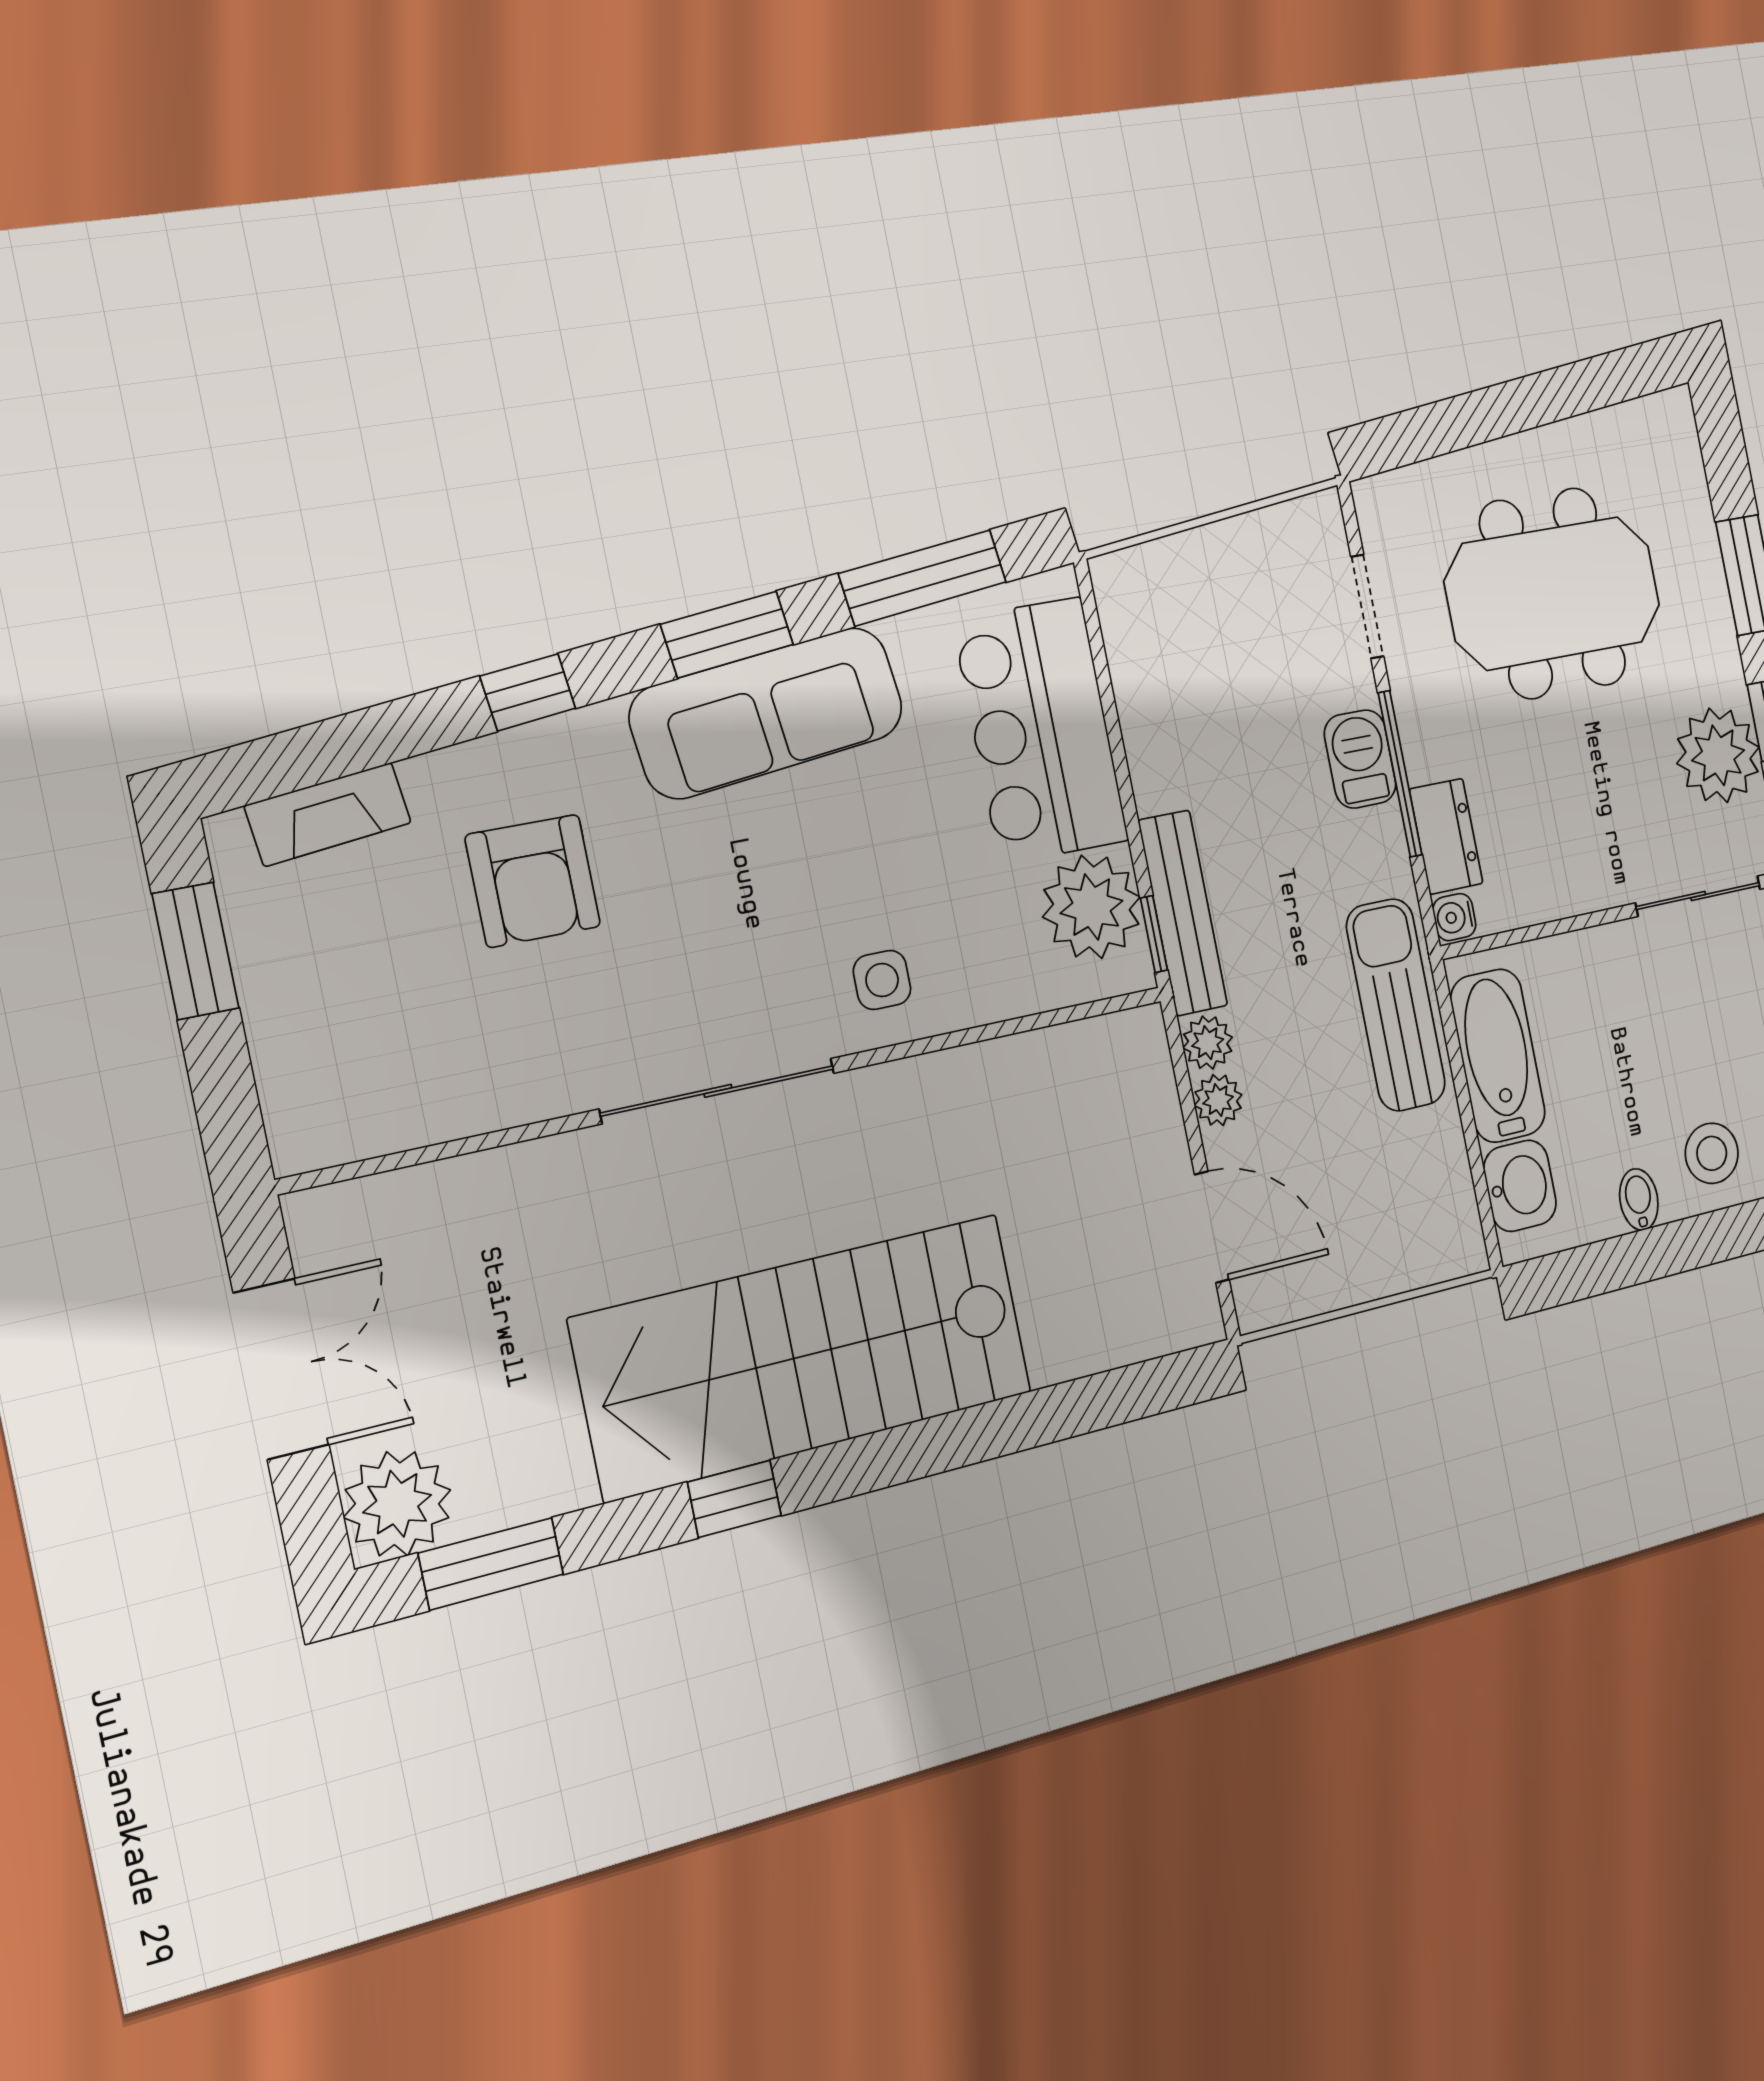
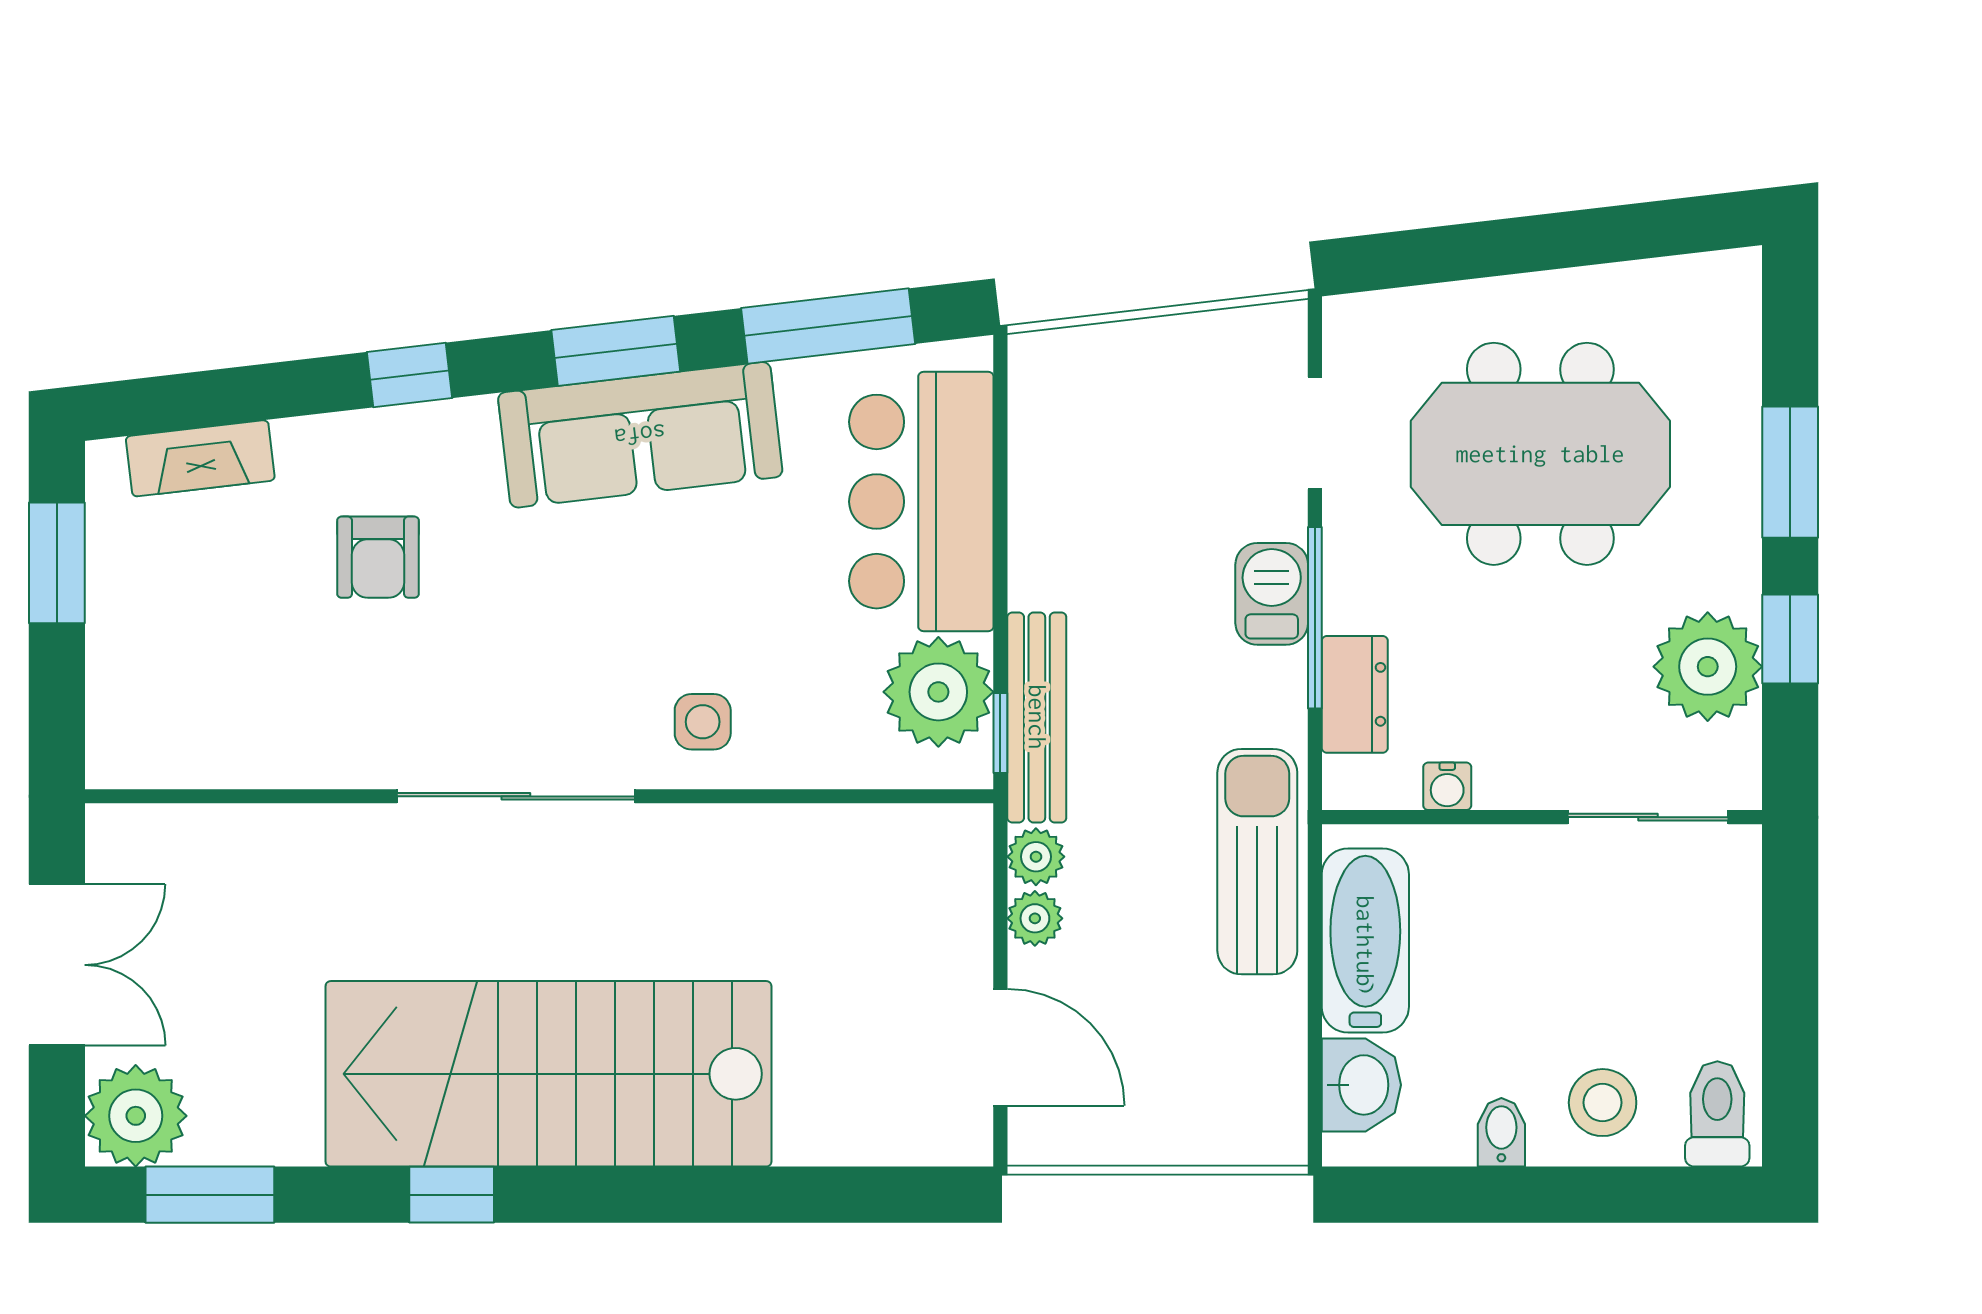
armchair: (533, 881) -> (378, 557), width x0.72, depth x0.72
water cooler: (1454, 917) -> (1447, 786), moved, turned -90

